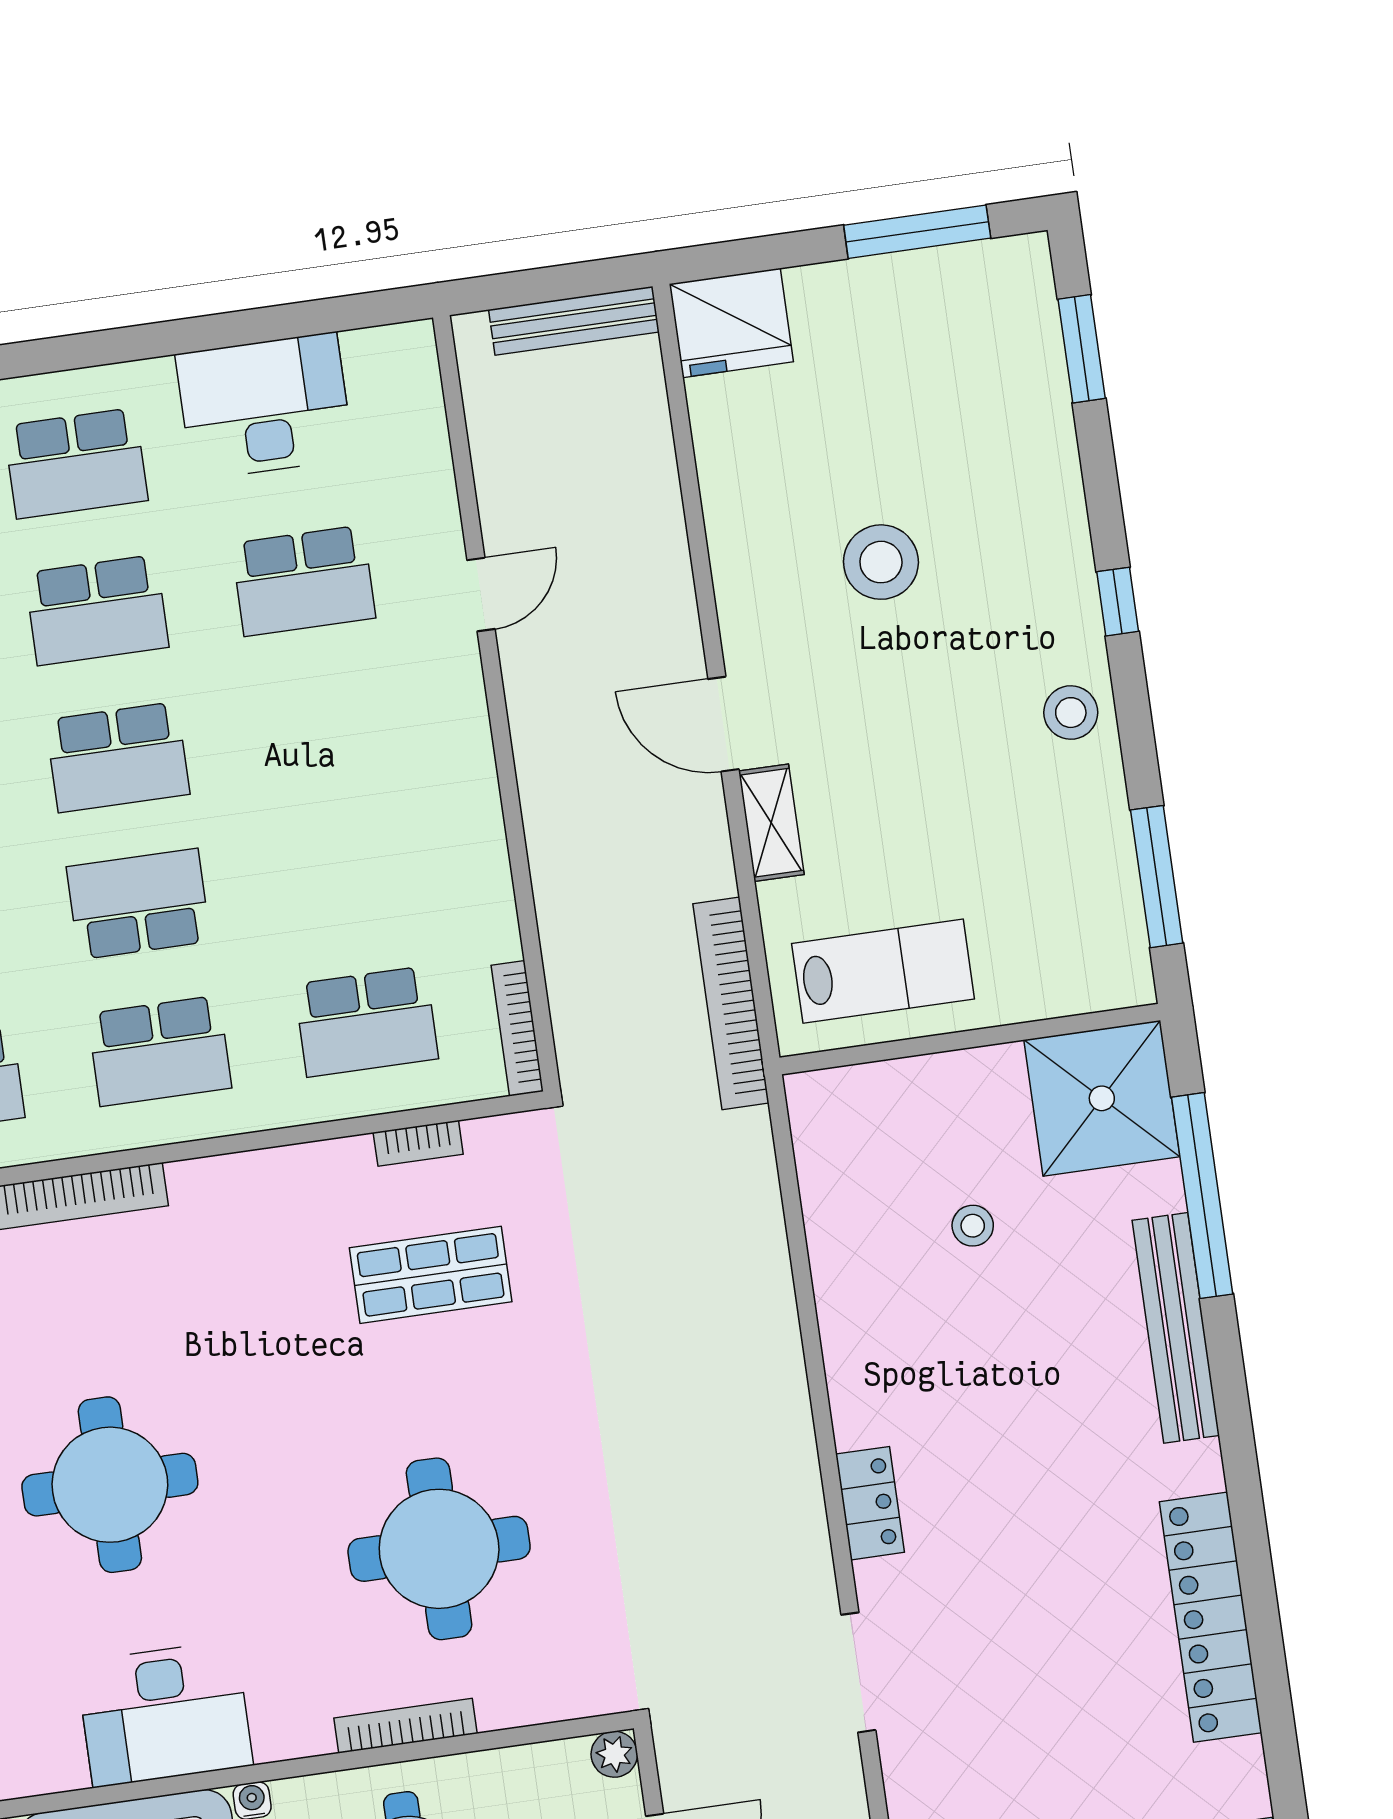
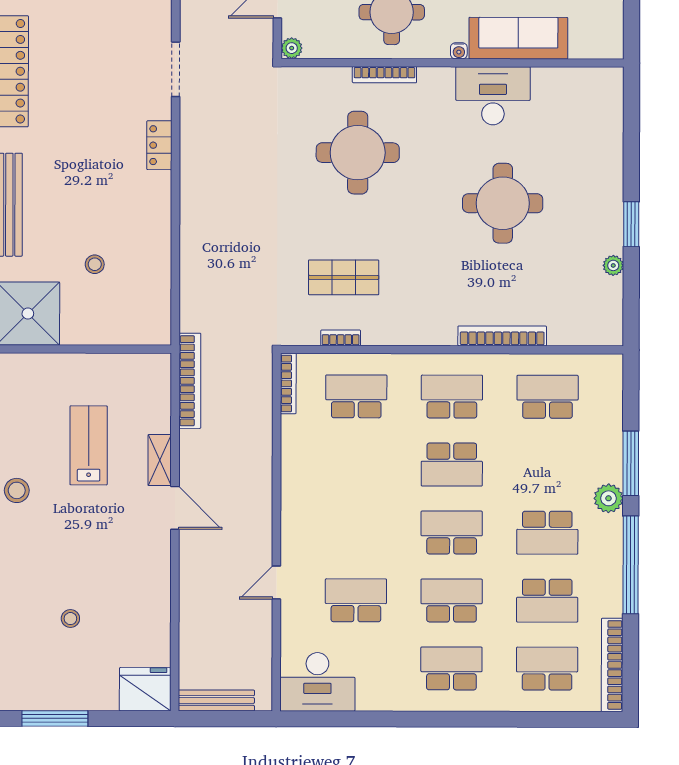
desk: (265, 406) -> (317, 682), moved
stool: (881, 562) -> (70, 619), moved, width x0.53, depth x0.53
lab bench: (883, 971) -> (89, 445), moved, turned 90

